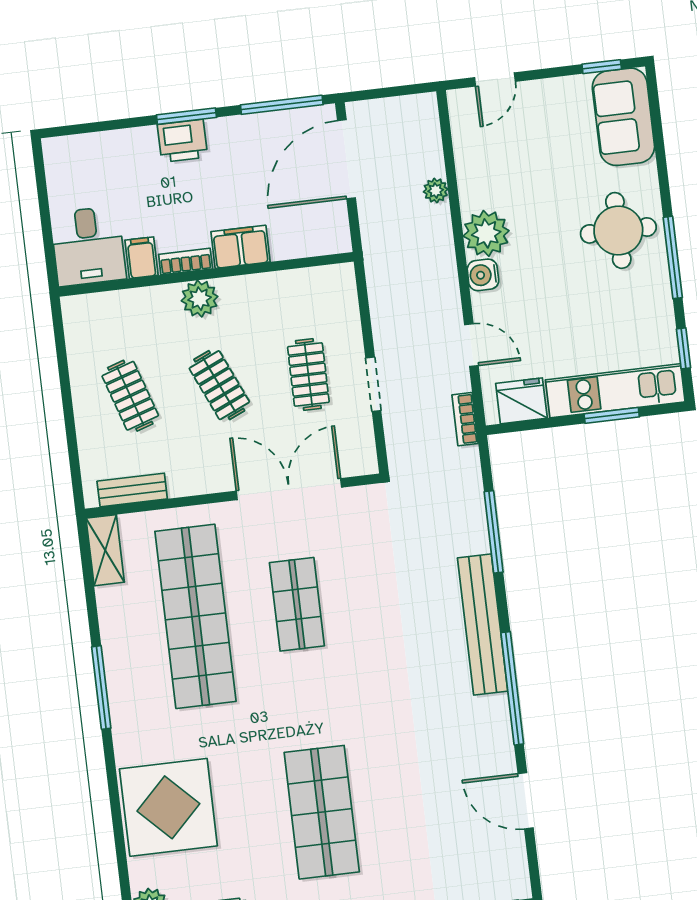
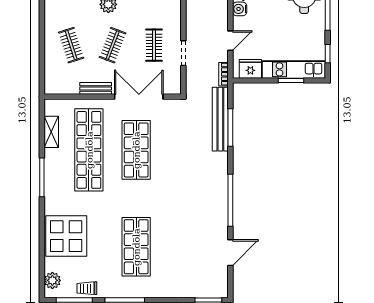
door: (471, 345) -> (230, 41), hinge flipped
clothes rail: (219, 385) -> (113, 45), turned 45
bench: (132, 490) -> (96, 88), moved
shelving: (105, 550) -> (51, 132), moved
shop shelf: (297, 604) -> (136, 150), width x1.43, depth x1.36
bench: (483, 625) -> (220, 119), moved
door: (526, 801) -> (230, 253), swing flipped

